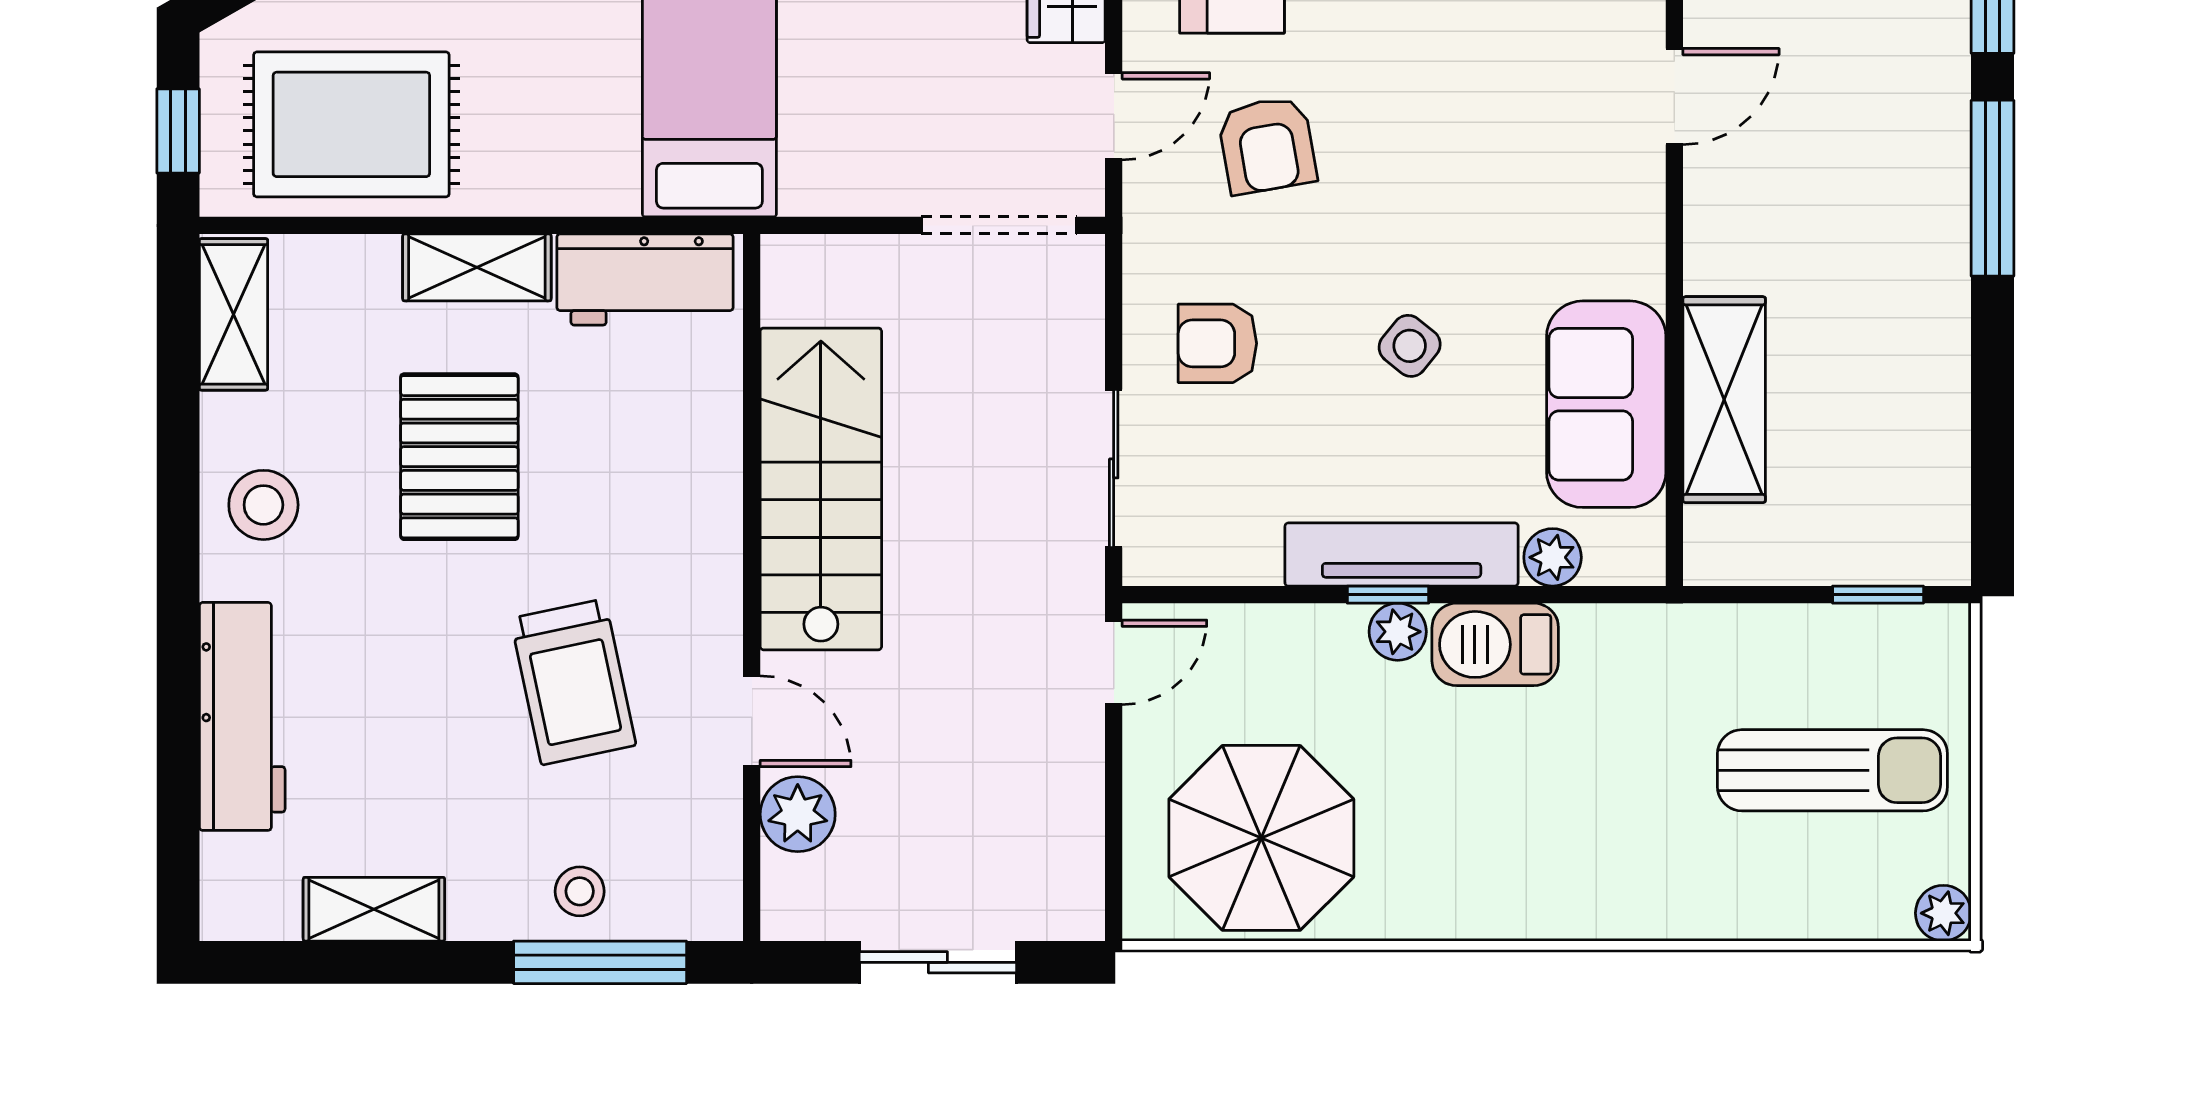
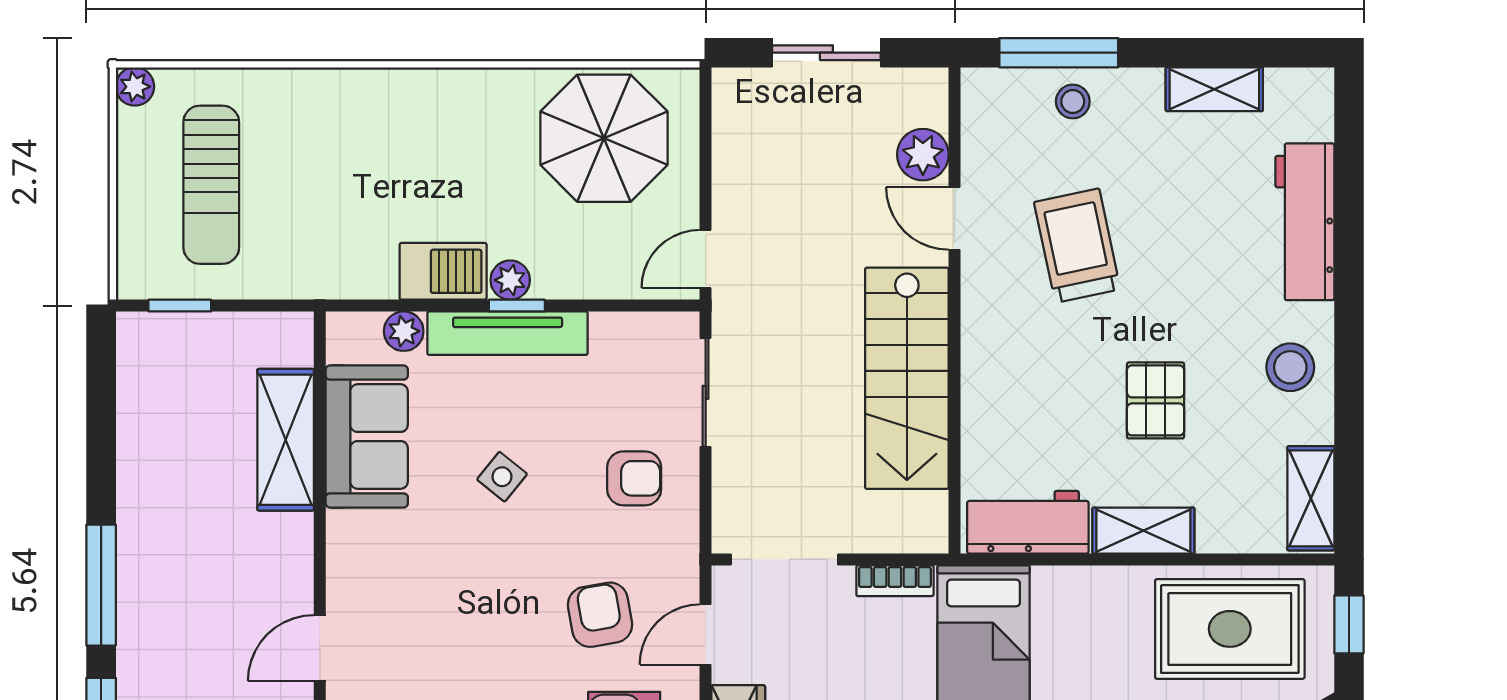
bookcase: (838, 195) -> (895, 581), added
pallet: (459, 457) -> (1156, 400), width x0.67, depth x0.71
sun lounger: (1832, 770) -> (211, 185), turned -90

